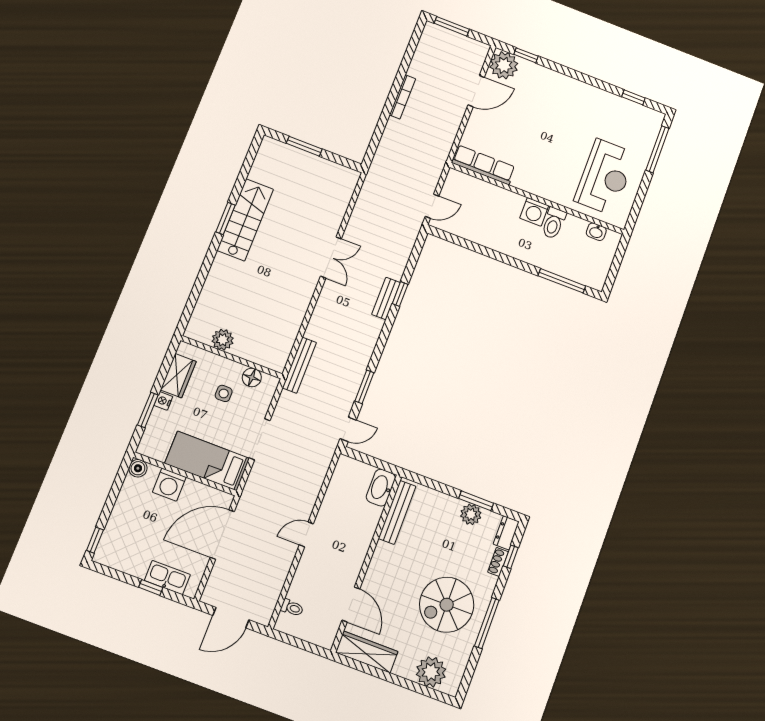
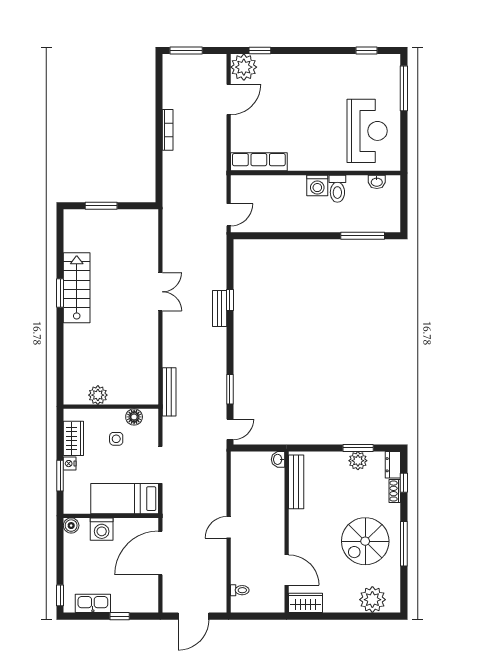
washbasin: (381, 488) -> (278, 459), width x0.52, depth x0.69
kitchen sink: (167, 578) -> (93, 603), moved
wardrobe: (367, 652) -> (306, 603), width x0.67

